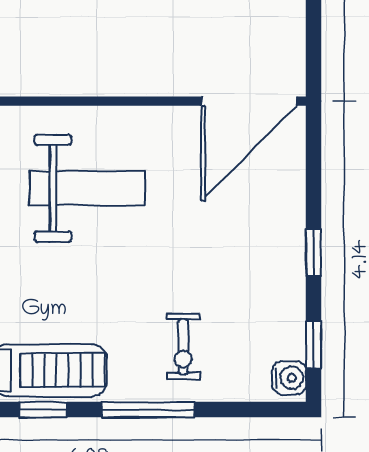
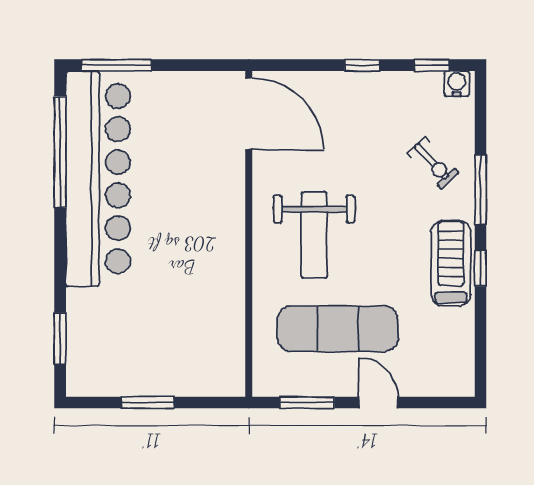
weight bench: (87, 188) -> (314, 235), turned 180
exercise bike: (183, 347) -> (433, 163), turned 47

